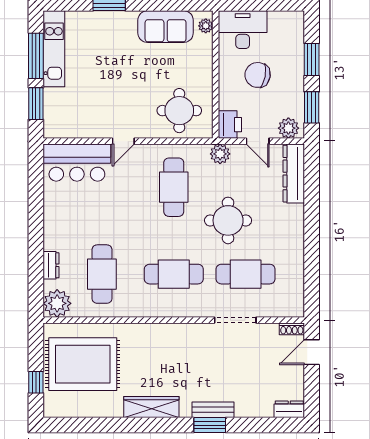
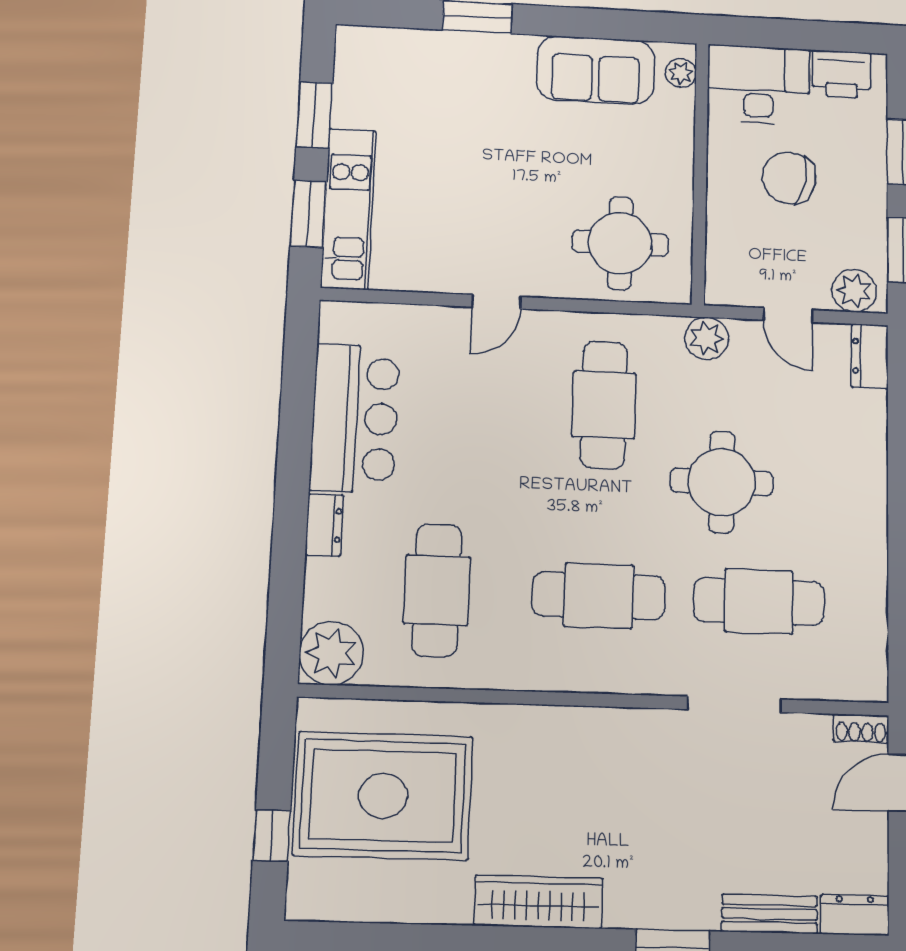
kitchen unit: (54, 49) -> (348, 209), moved
window: (36, 56) -> (314, 115), width x0.69
printer: (230, 125) -> (842, 74), moved, turned 90
bar counter: (77, 163) -> (355, 418), moved, turned -90
dresser: (294, 174) -> (870, 356), width x0.51, depth x0.80
dresser: (51, 265) -> (324, 525), moved
bench: (213, 410) -> (770, 914), moved

